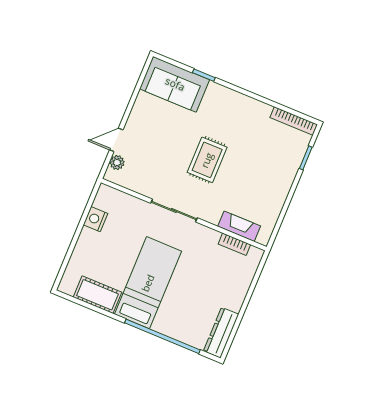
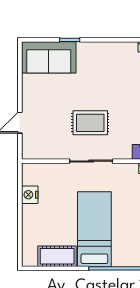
rug: (207, 160) -> (90, 123), moved, turned 90
plant: (117, 163) -> (28, 141), removed

